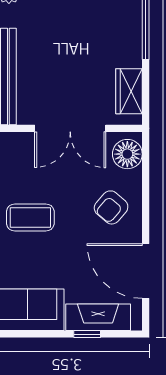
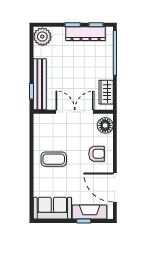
double door: (70, 128) -> (75, 112), swing flipped
armchair: (111, 207) -> (97, 154), turned -131

